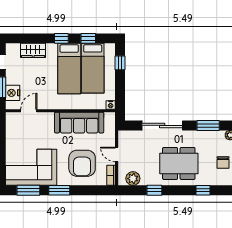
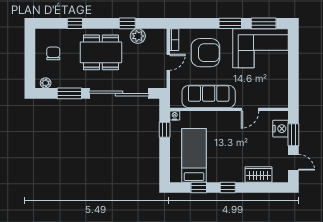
window: (120, 63) -> (165, 130), moved
bed: (69, 69) -> (219, 155), removed
door: (29, 111) -> (250, 109), moved
sliding door: (162, 125) -> (119, 93), width x1.36
door: (117, 154) -> (168, 62), hinge flipped
armchair: (82, 163) -> (205, 53), turned 90
plant: (133, 179) -> (138, 36), moved

